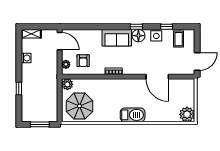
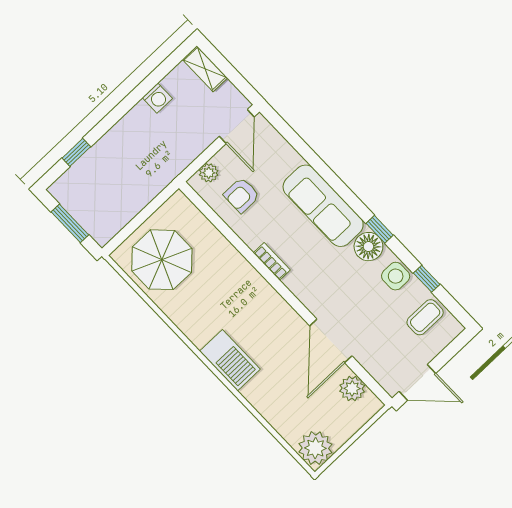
sofa: (117, 38) -> (323, 206), width x1.36
plant: (67, 84) -> (352, 388), moved
window: (19, 89) -> (76, 152), moved

